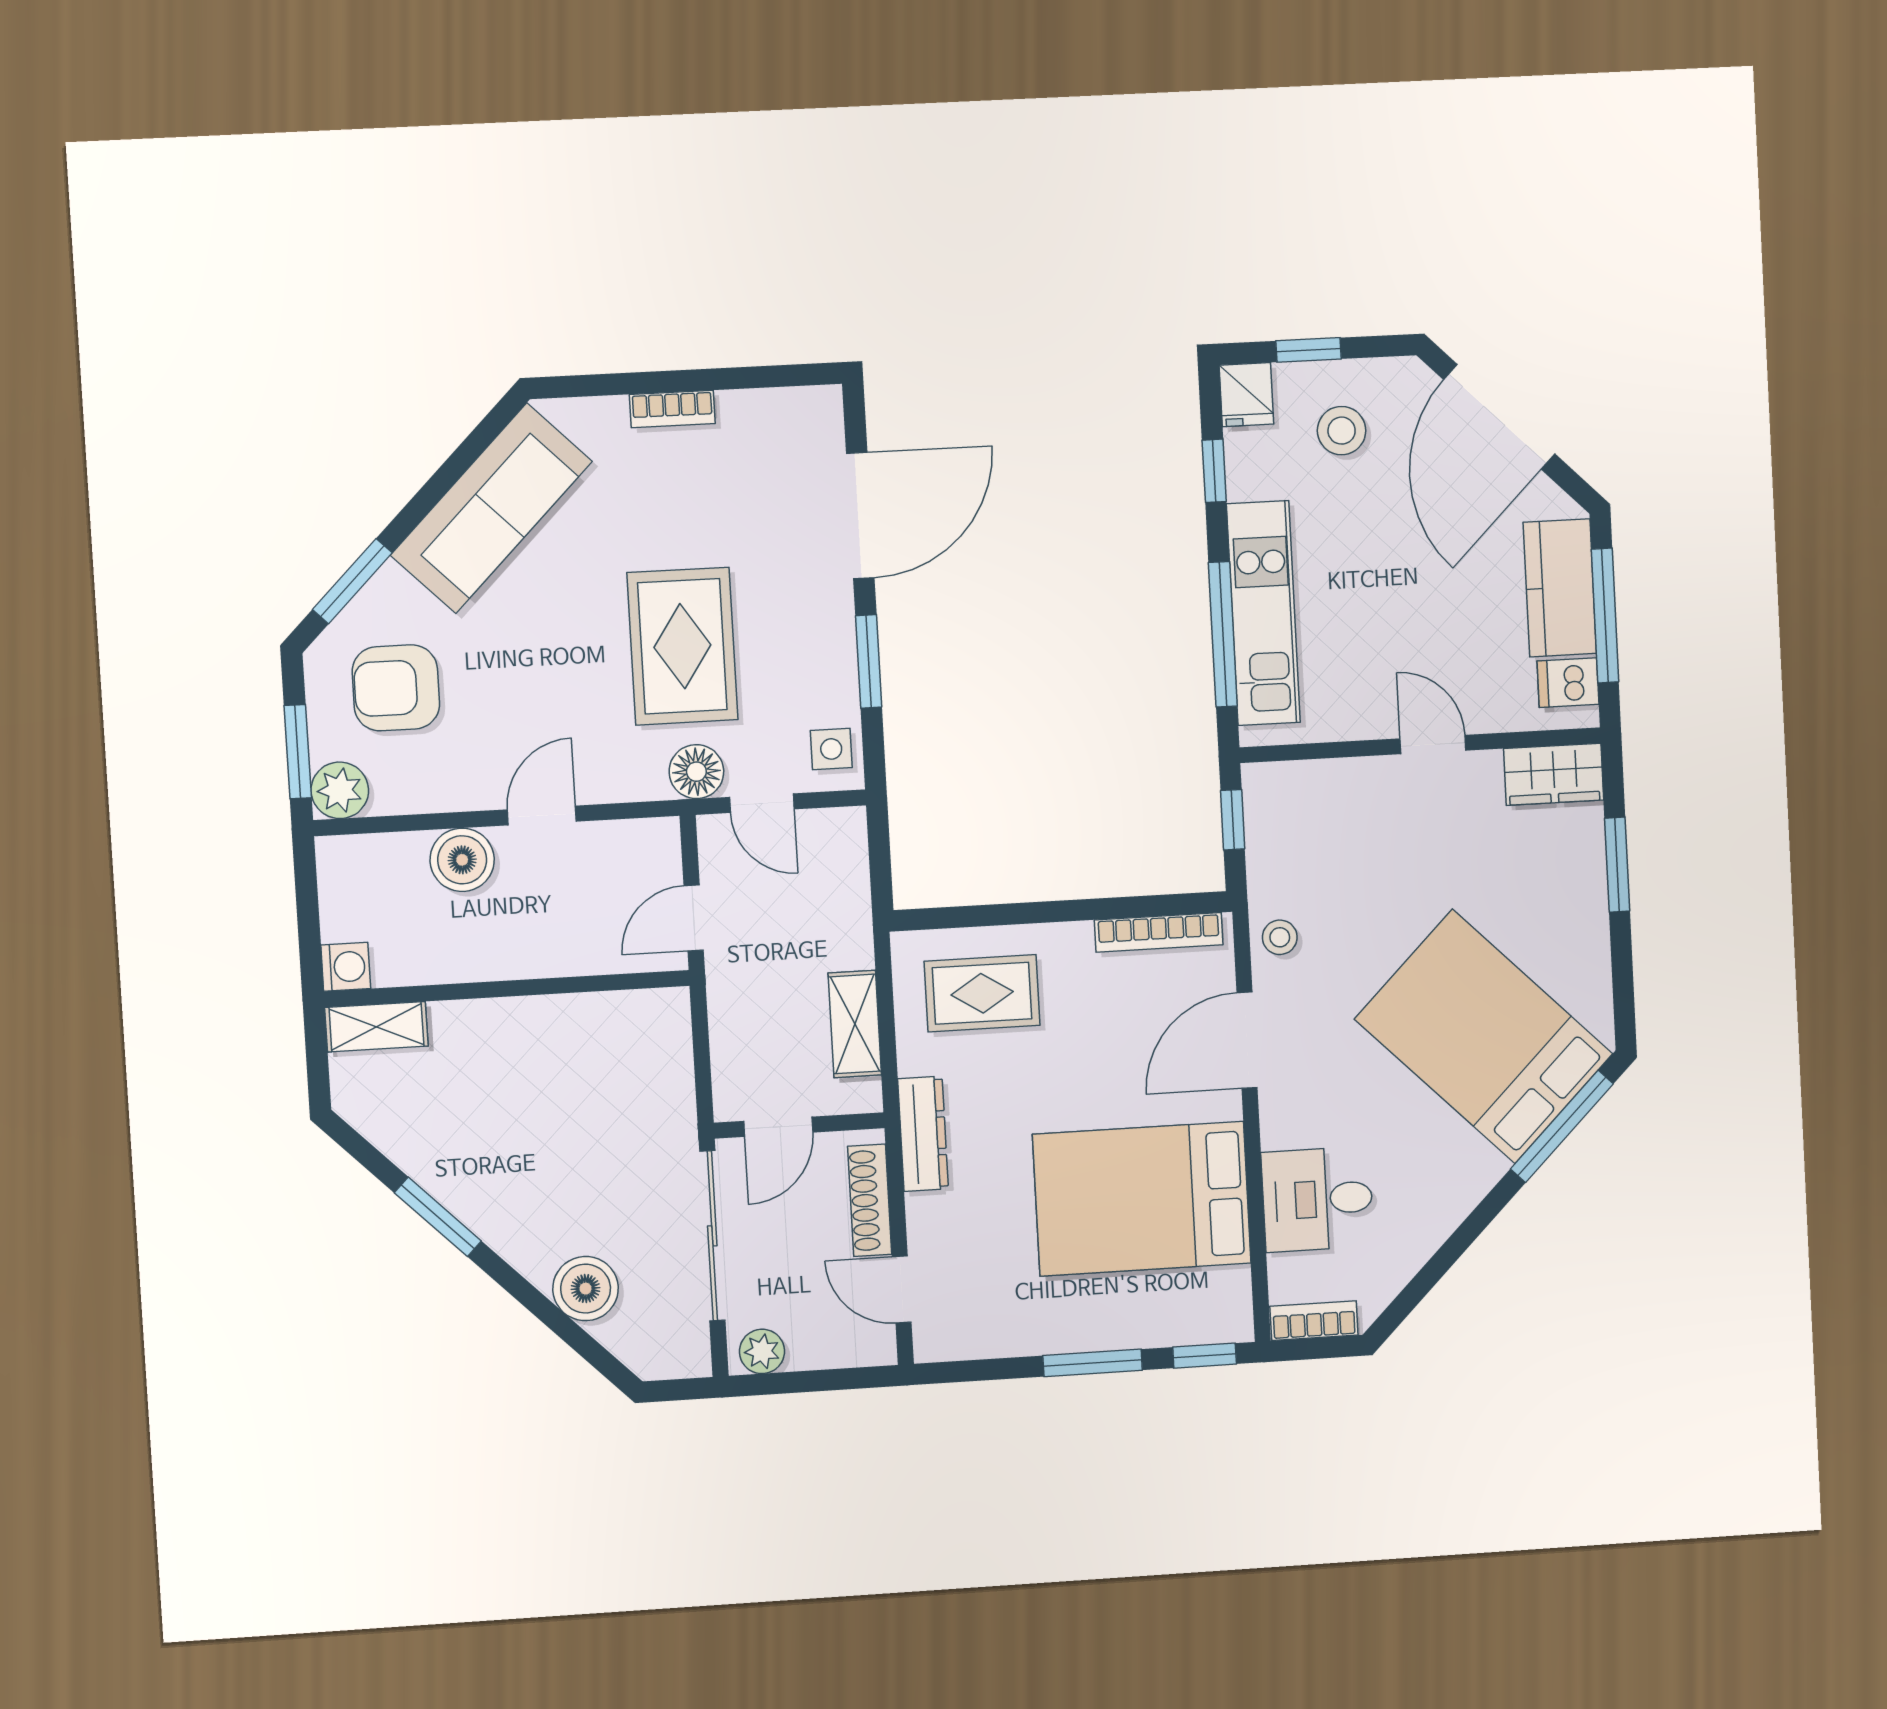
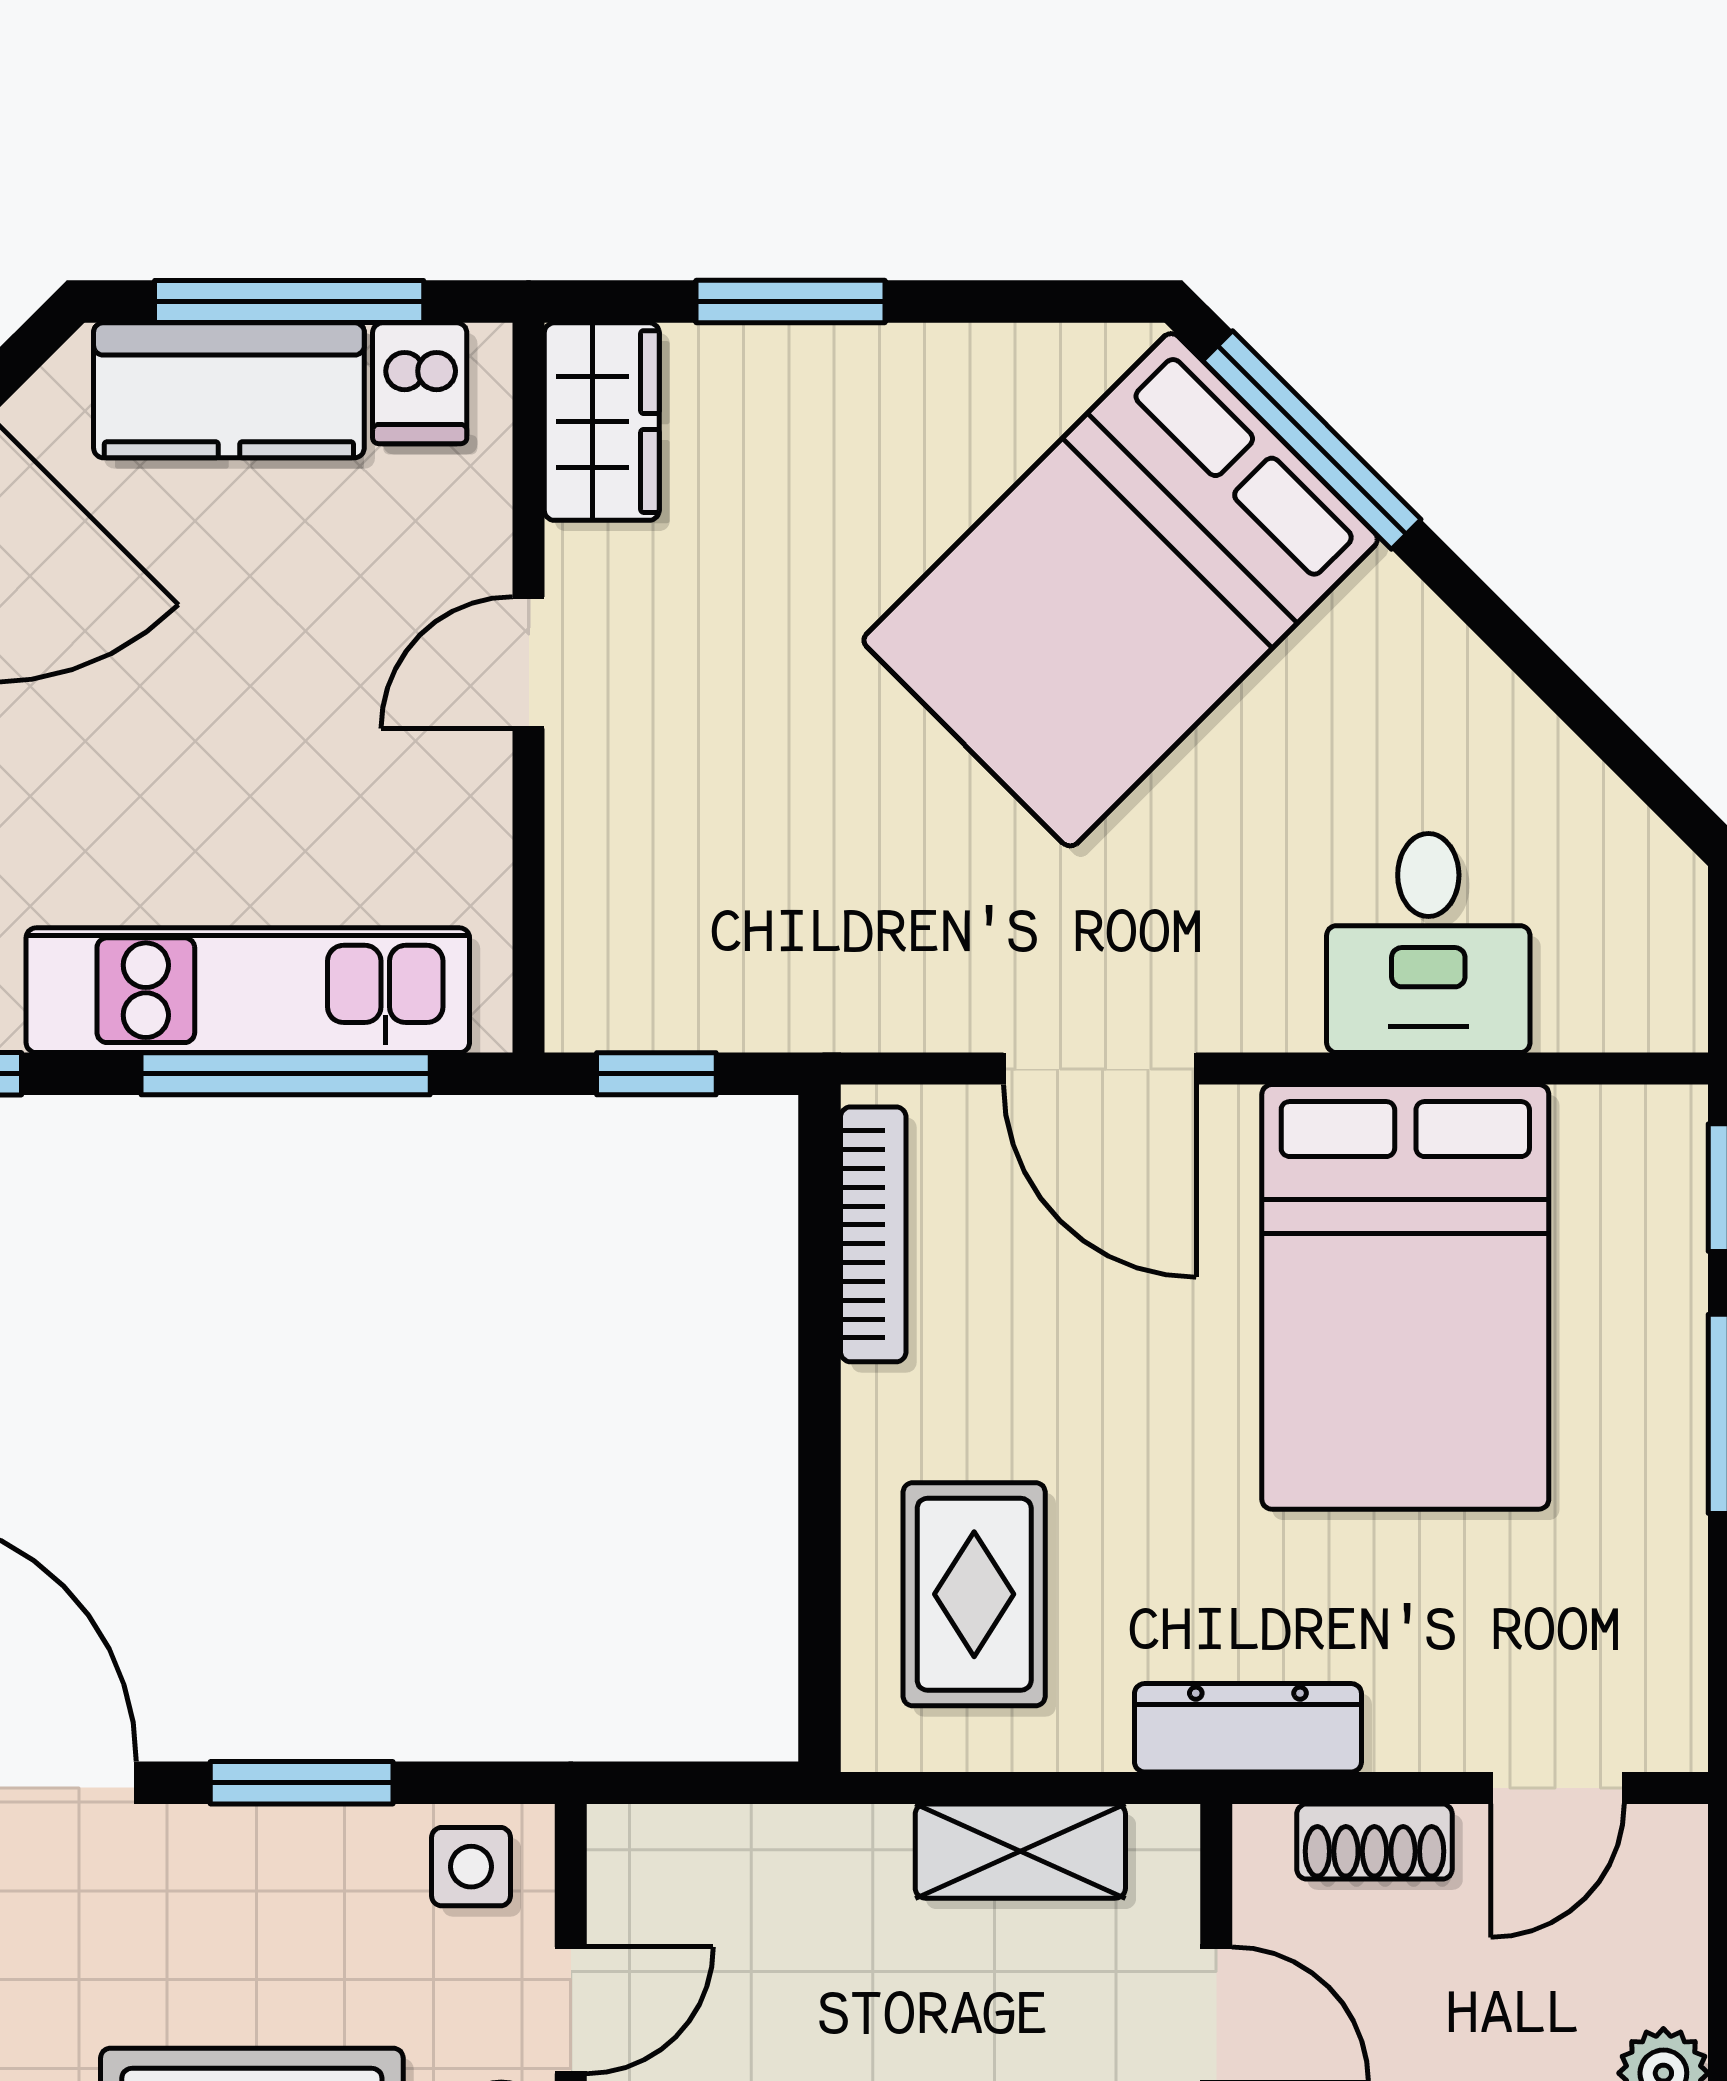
stool: (1280, 937) -> (897, 992), removed
shoe rack: (870, 1200) -> (1374, 1842), width x0.70
bookcase: (1314, 1321) -> (1673, 963), removed

